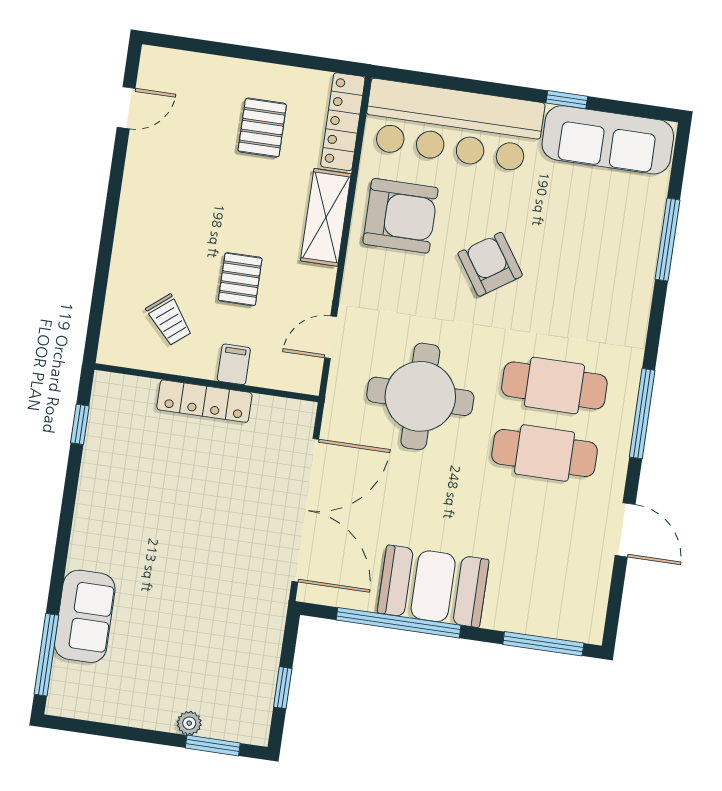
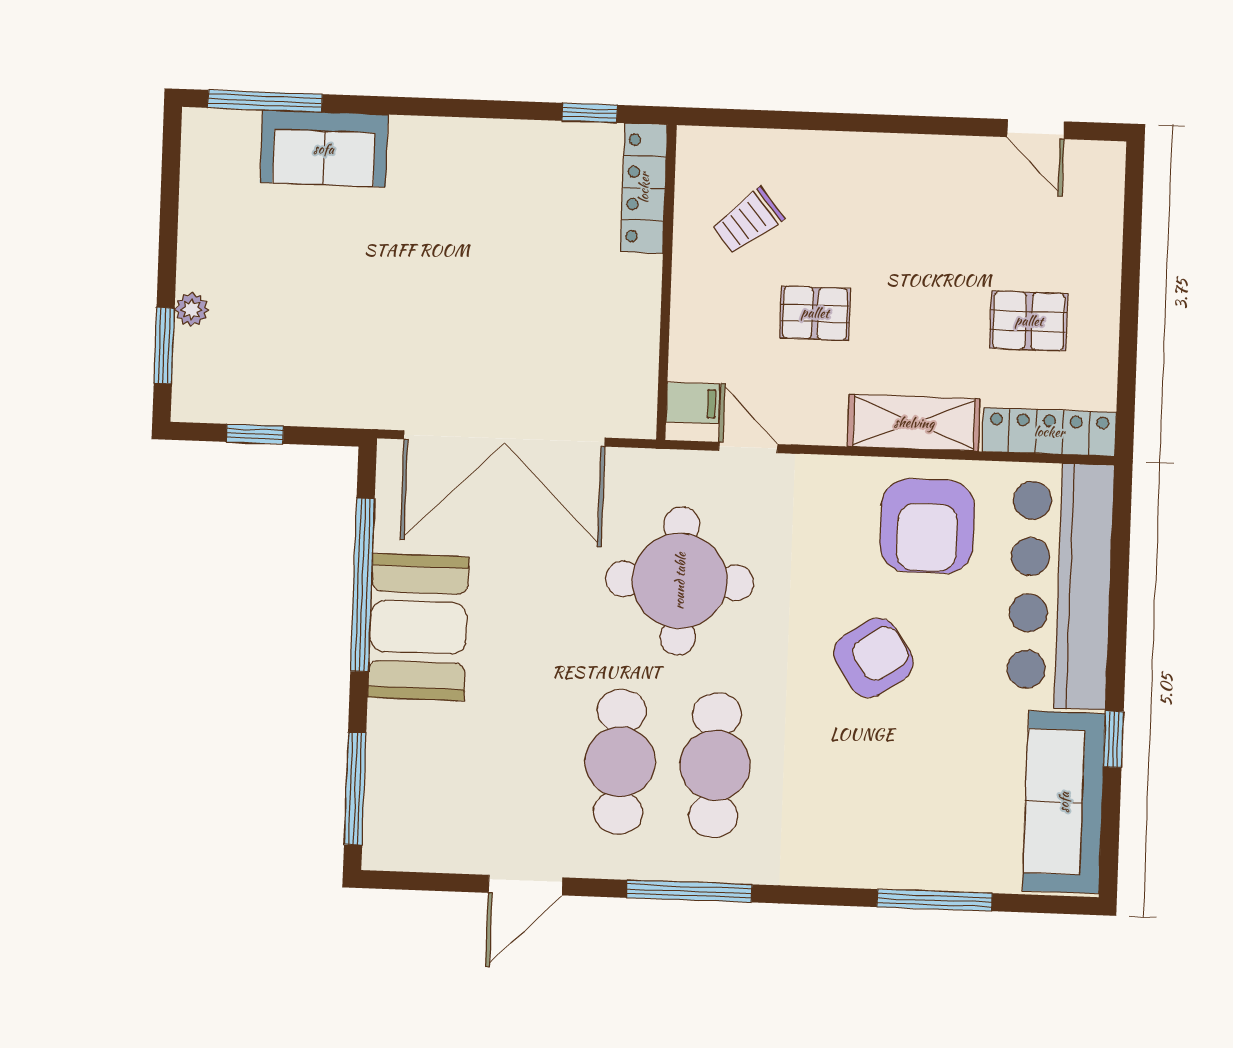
filing cabinet: (234, 364) -> (693, 403), moved
locker: (204, 401) -> (644, 188), moved

